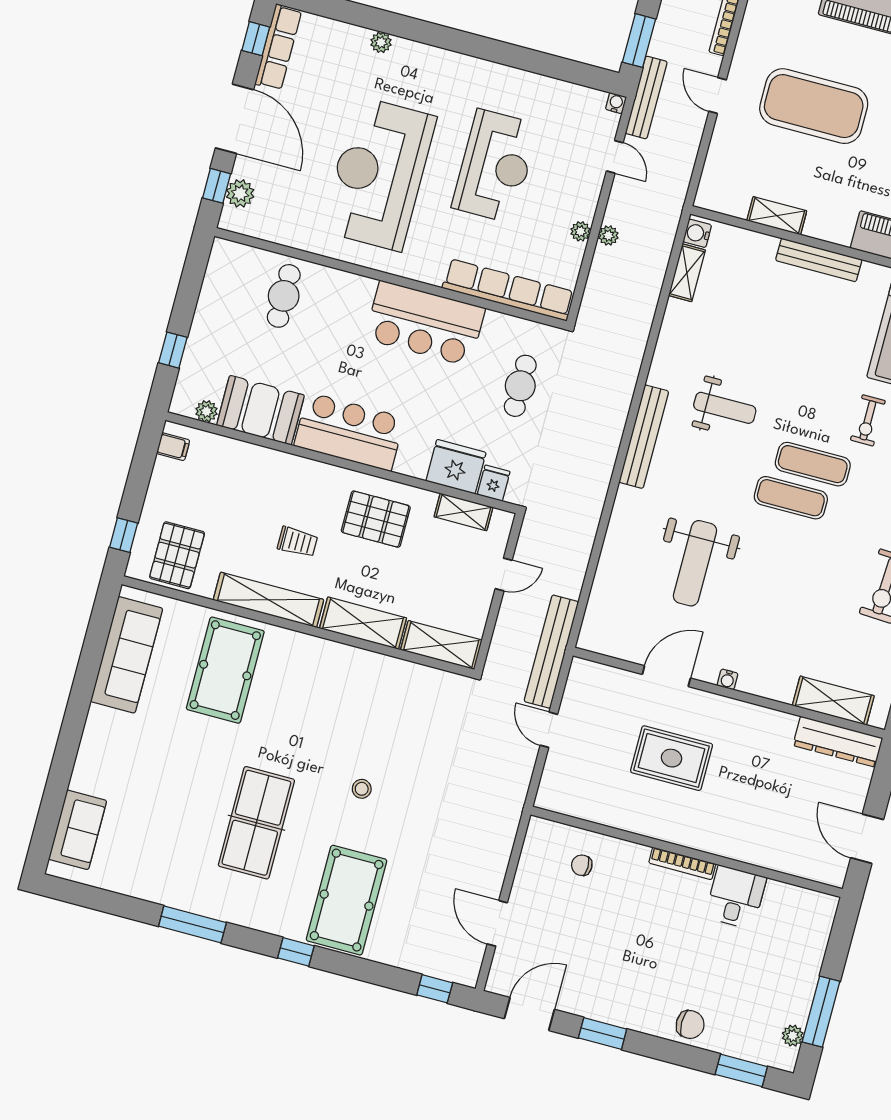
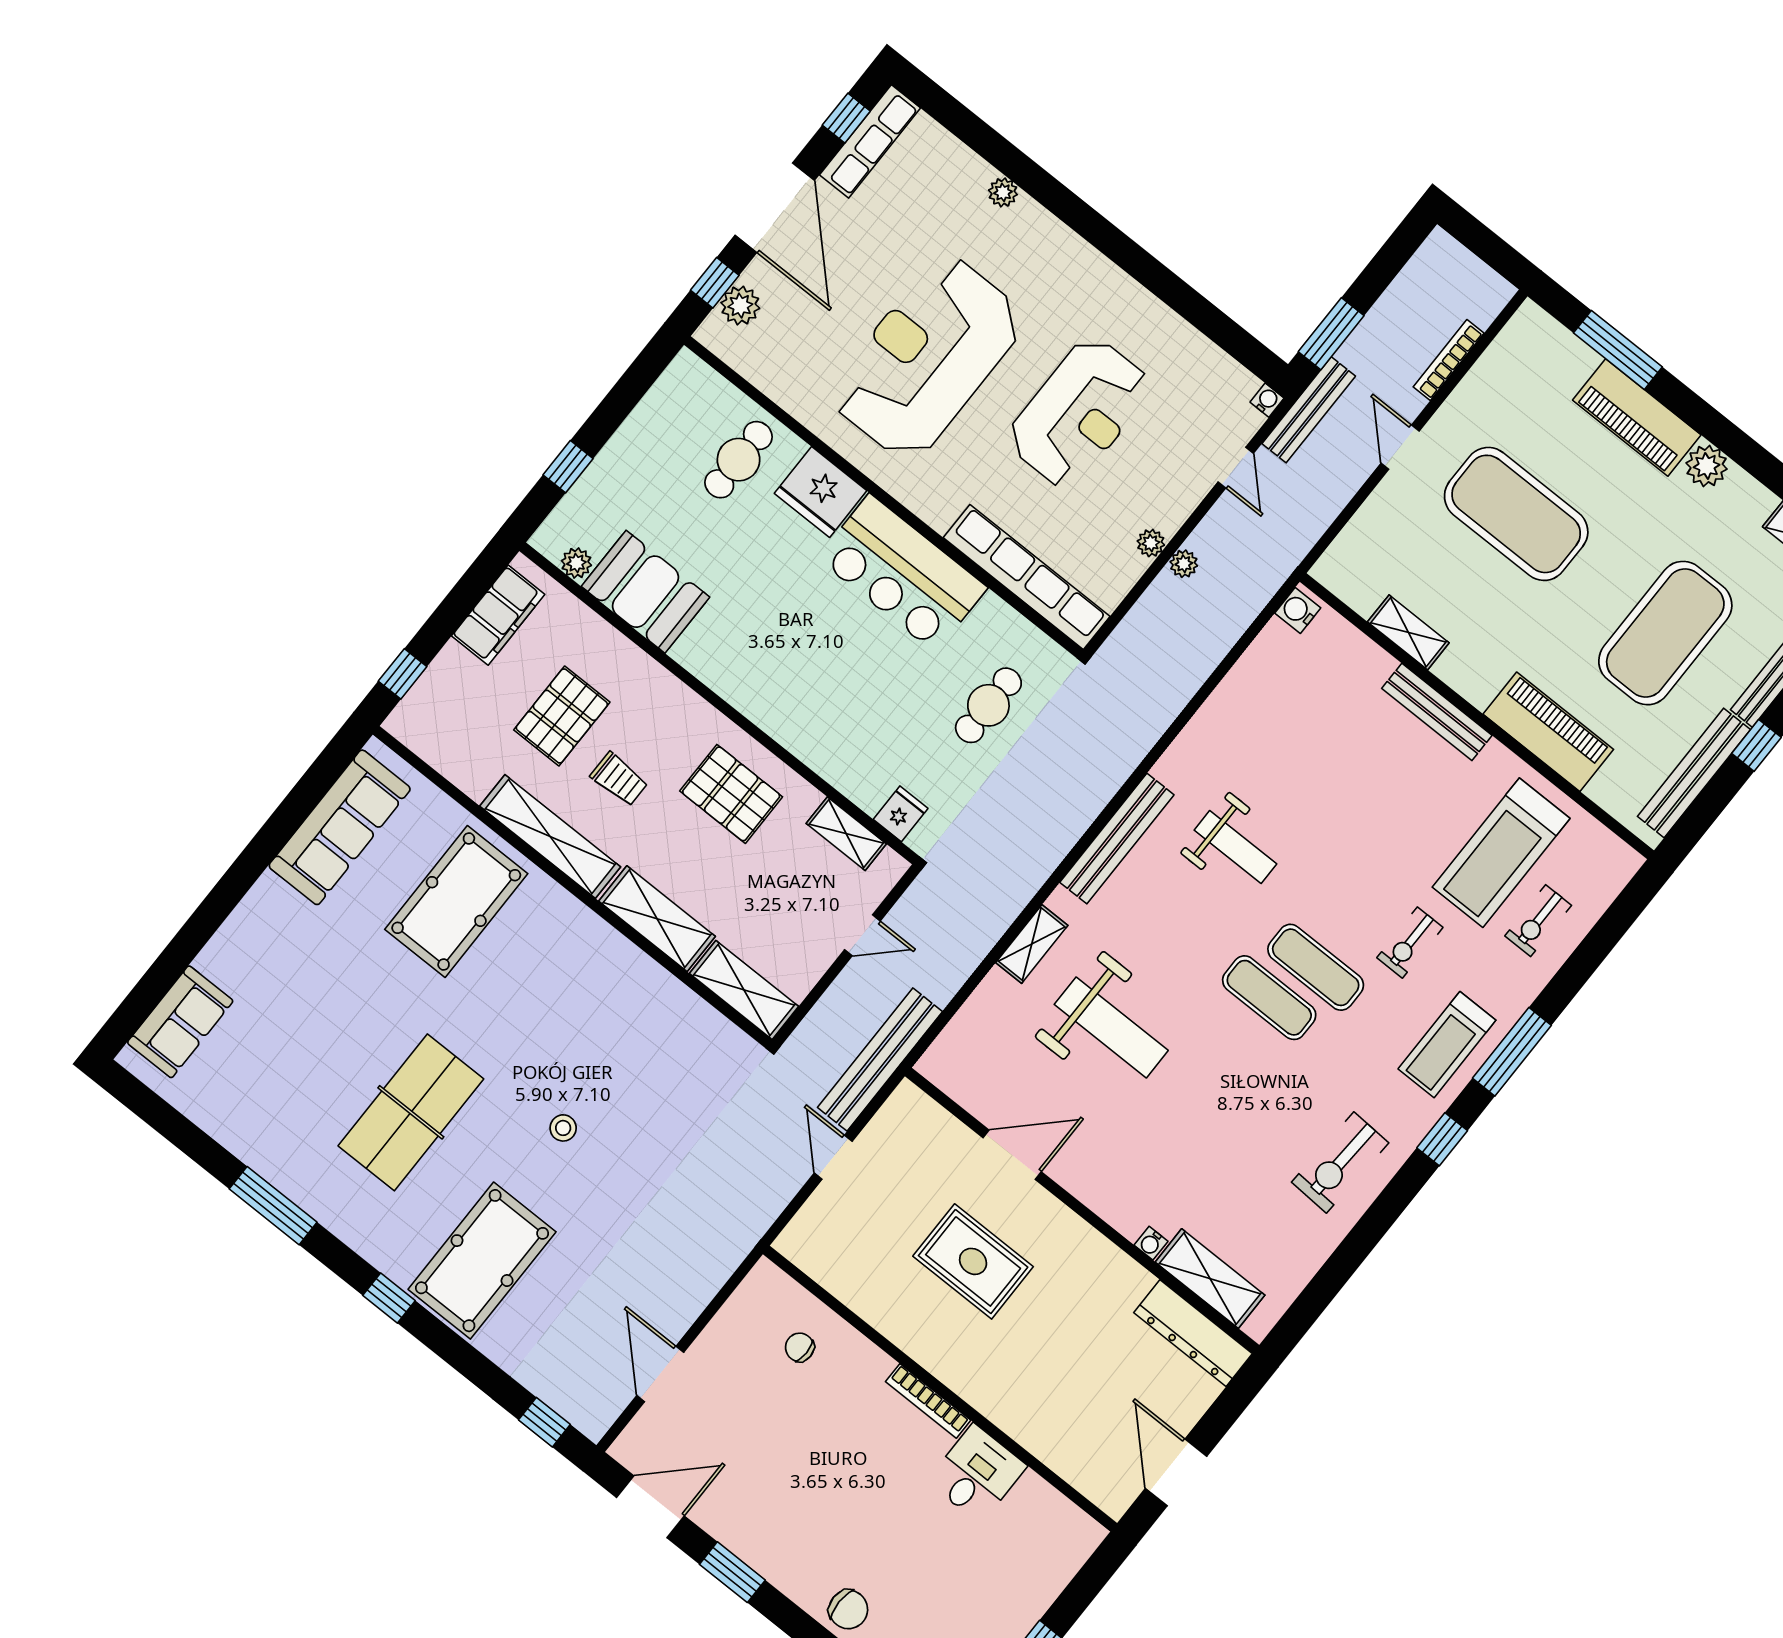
shelving: (687, 273) -> (1032, 944), moved
bar counter: (349, 432) -> (746, 668), removed
filing cabinet: (173, 447) -> (498, 615), width x3.00, depth x1.17
fridge: (456, 467) -> (821, 492), moved, turned 180
pallet: (177, 555) -> (562, 716), moved
weight bench: (695, 563) -> (1111, 1027), turned -90
water cooler: (728, 679) -> (1151, 1243), moved

